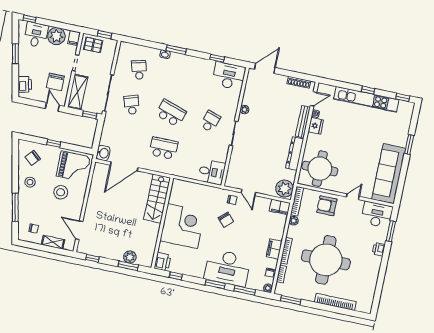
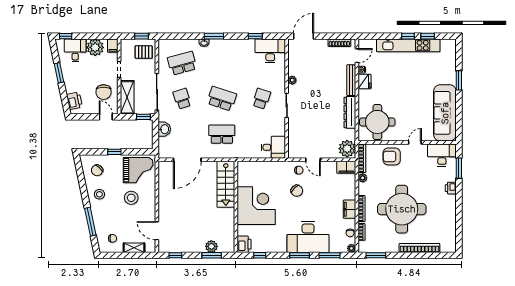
pallet: (93, 45) -> (144, 52), moved
school desk: (139, 70) -> (182, 63), width x1.85
window: (403, 97) -> (428, 36), moved
washbasin: (103, 153) -> (164, 129), moved

